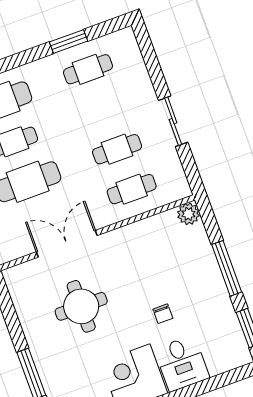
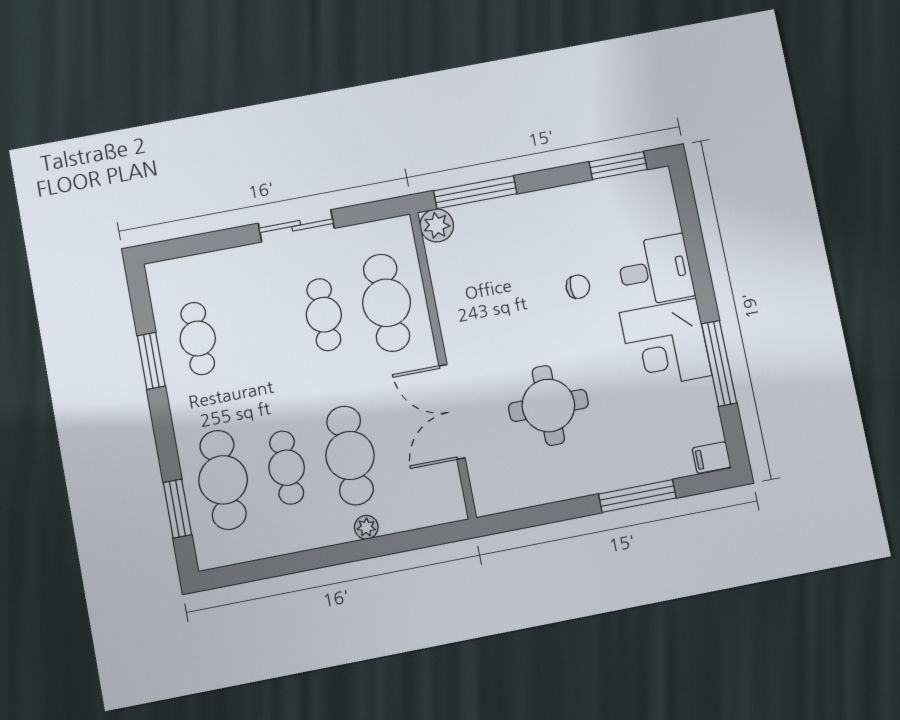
cafe table: (132, 189) -> (387, 303), width x1.37, depth x1.35
window: (227, 268) -> (475, 192), moved

